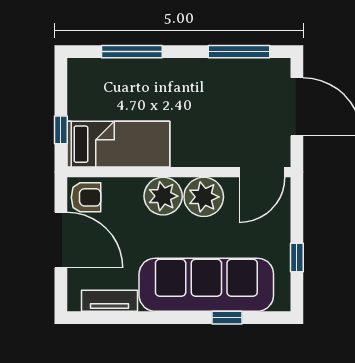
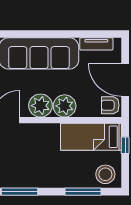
stool: (94, 81) -> (105, 174), added
window: (227, 318) -> (27, 34), removed

